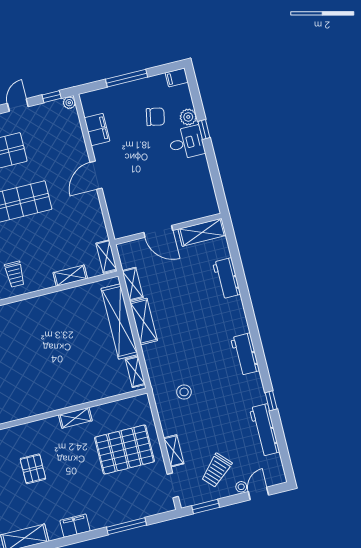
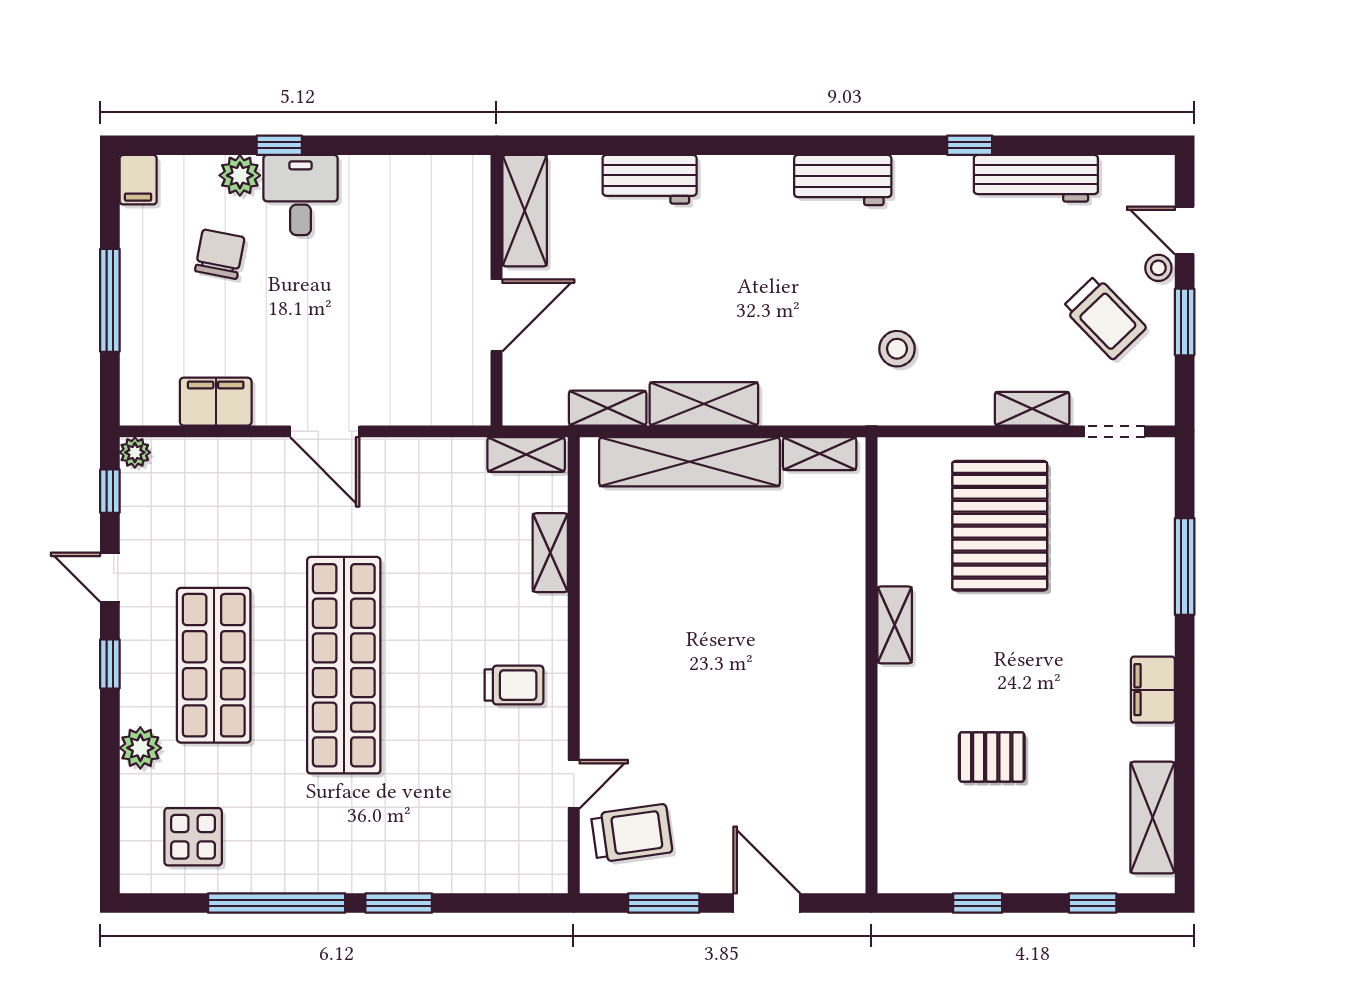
window: (206, 507) -> (1185, 322), moved

